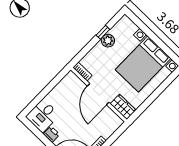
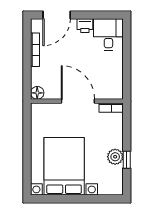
wardrobe: (123, 107) -> (45, 111), removed
floor lamp: (117, 122) -> (37, 93), added

